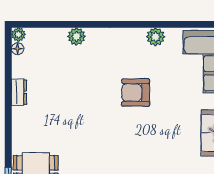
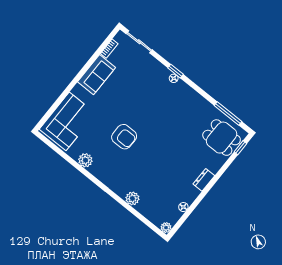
floor lamp: (18, 49) -> (183, 207), moved
dresser: (19, 92) -> (204, 180), moved

